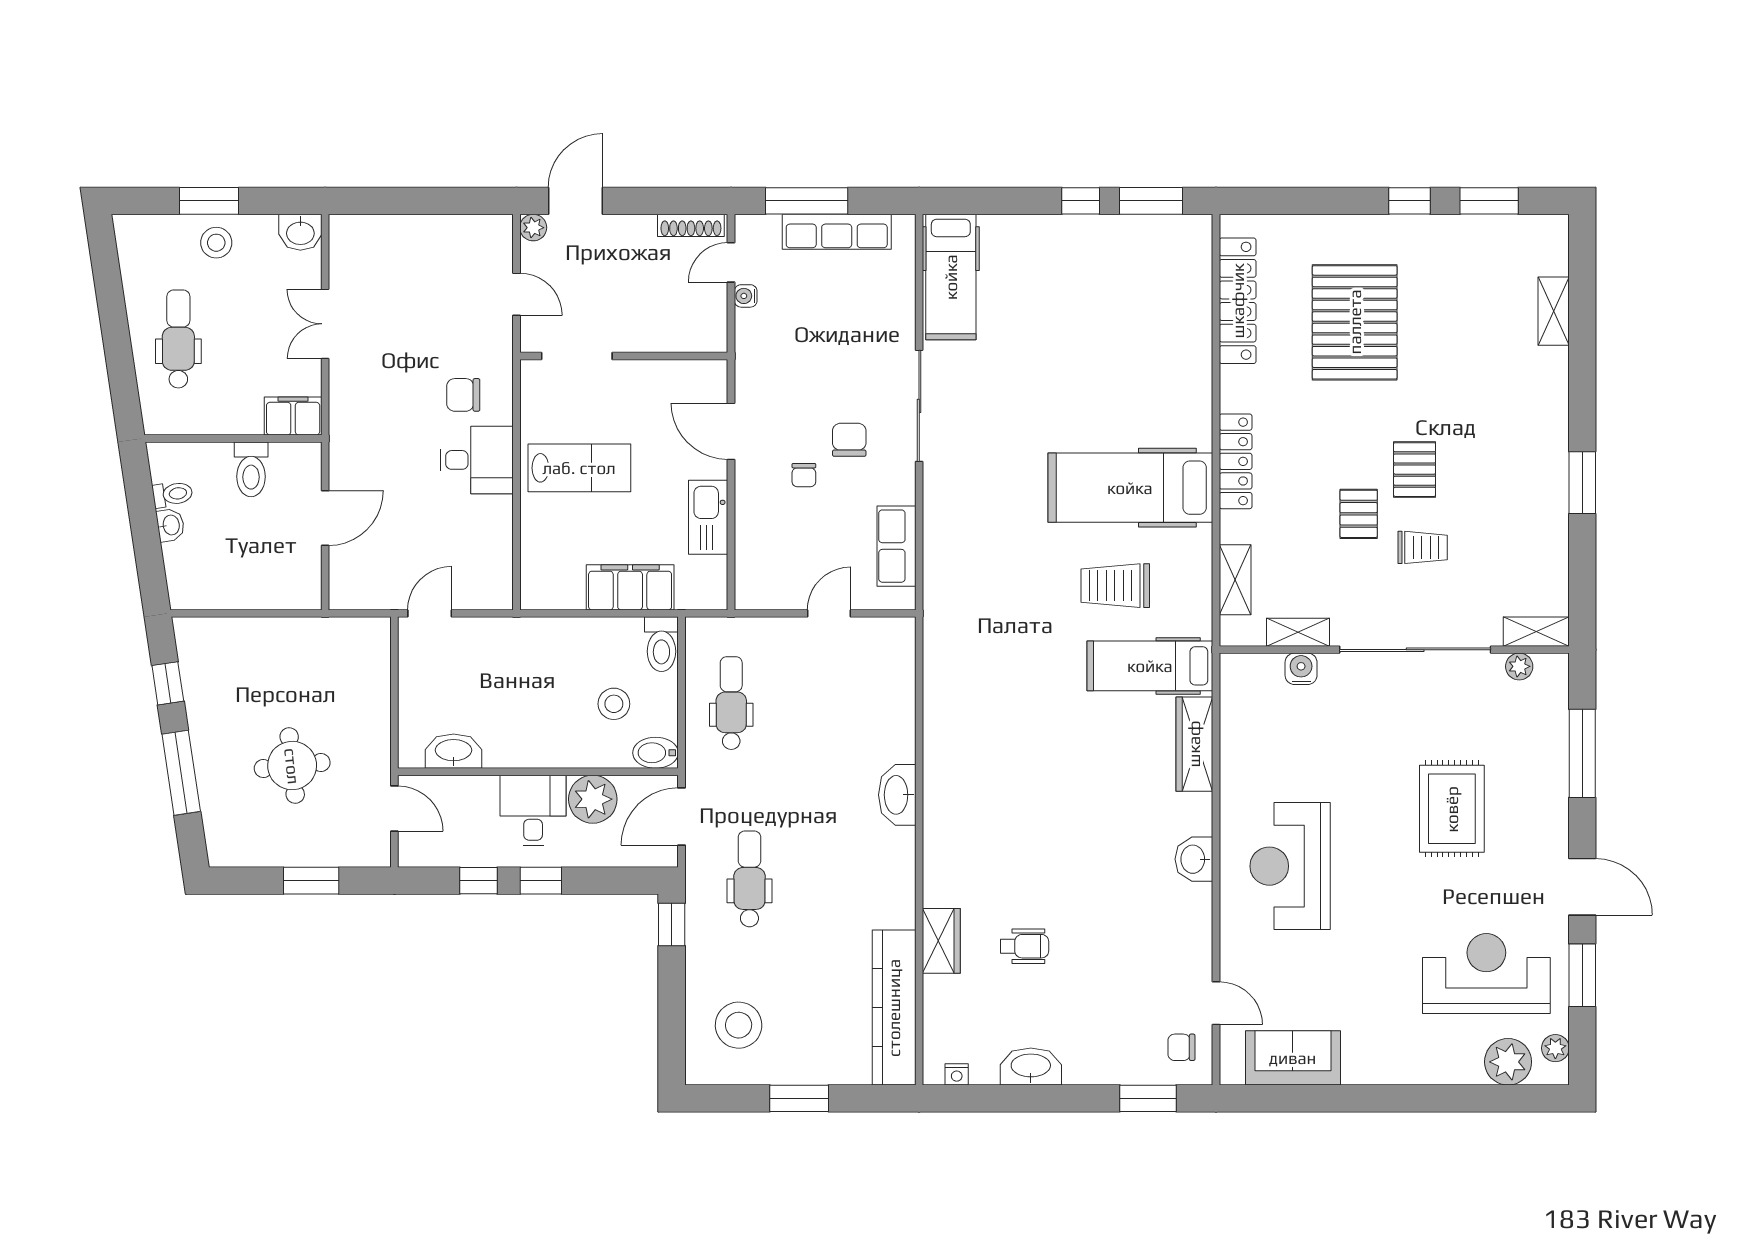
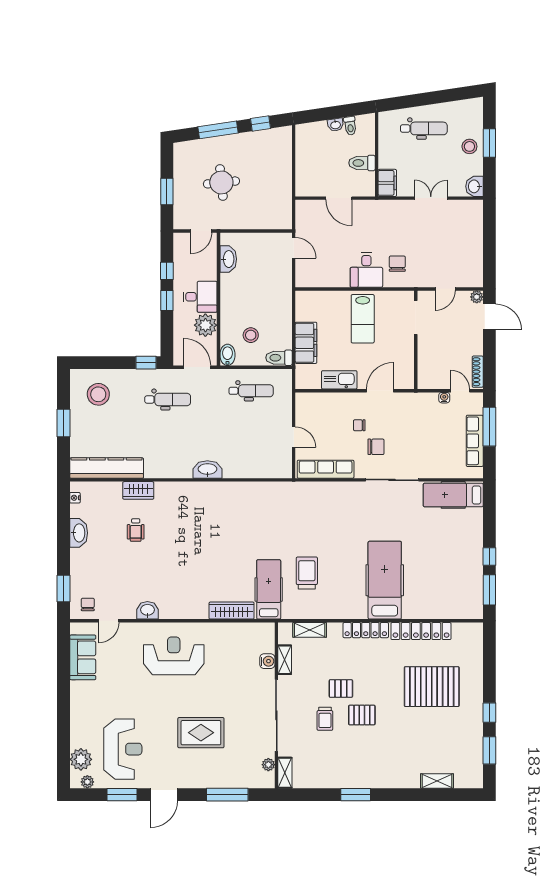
locker: (1238, 301) -> (421, 631), moved
hospital bed: (1130, 488) -> (385, 580), moved
row of seats: (896, 546) -> (326, 469), width x1.48
washbasin: (1194, 859) -> (147, 610), moved

